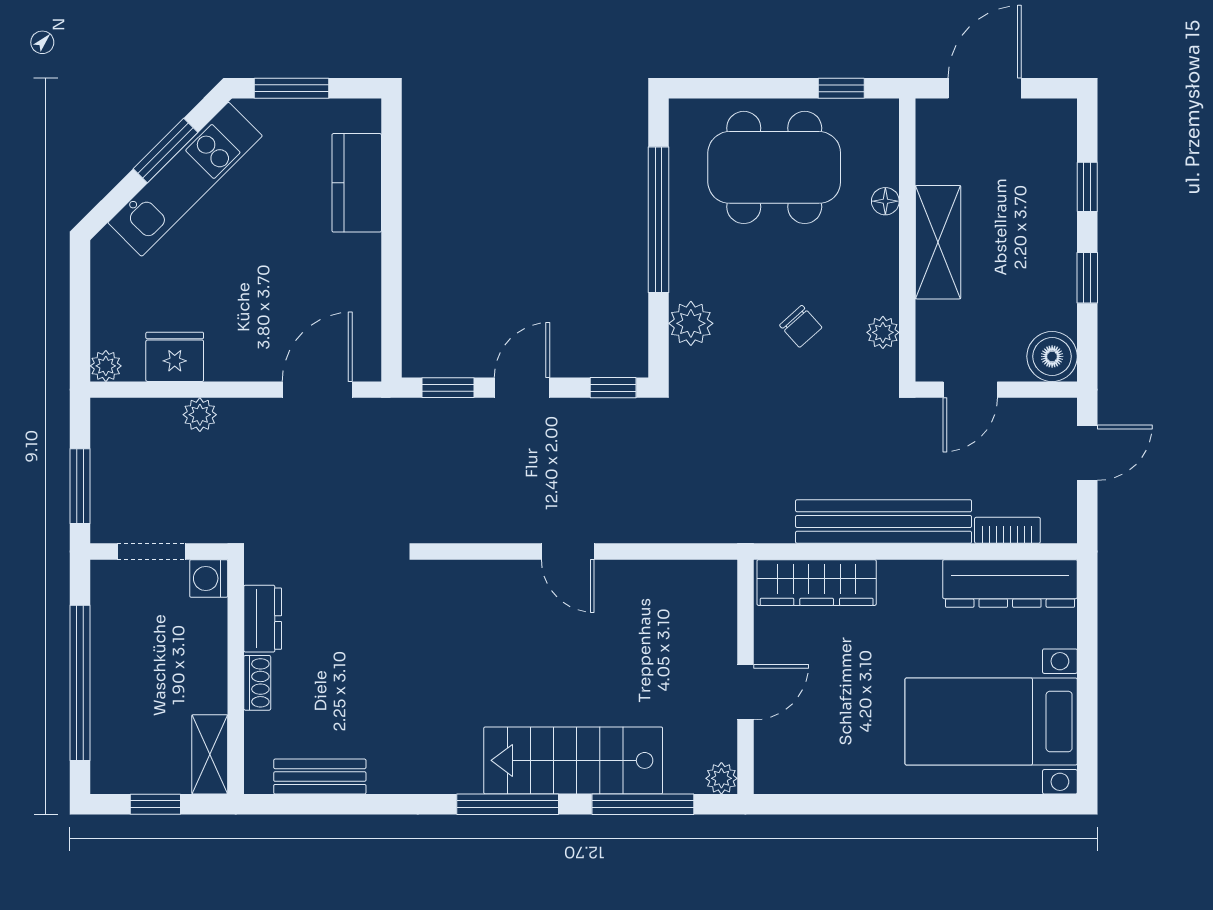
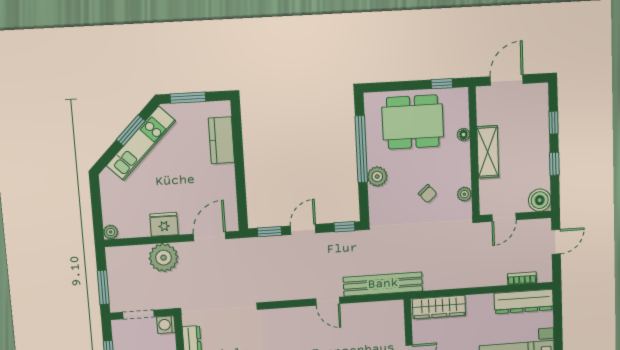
plant: (691, 323) -> (377, 176), moved
fridge: (175, 357) -> (164, 224), moved
plant: (200, 415) -> (164, 258), width x1.88, depth x1.88
bench: (884, 521) -> (383, 284), moved

